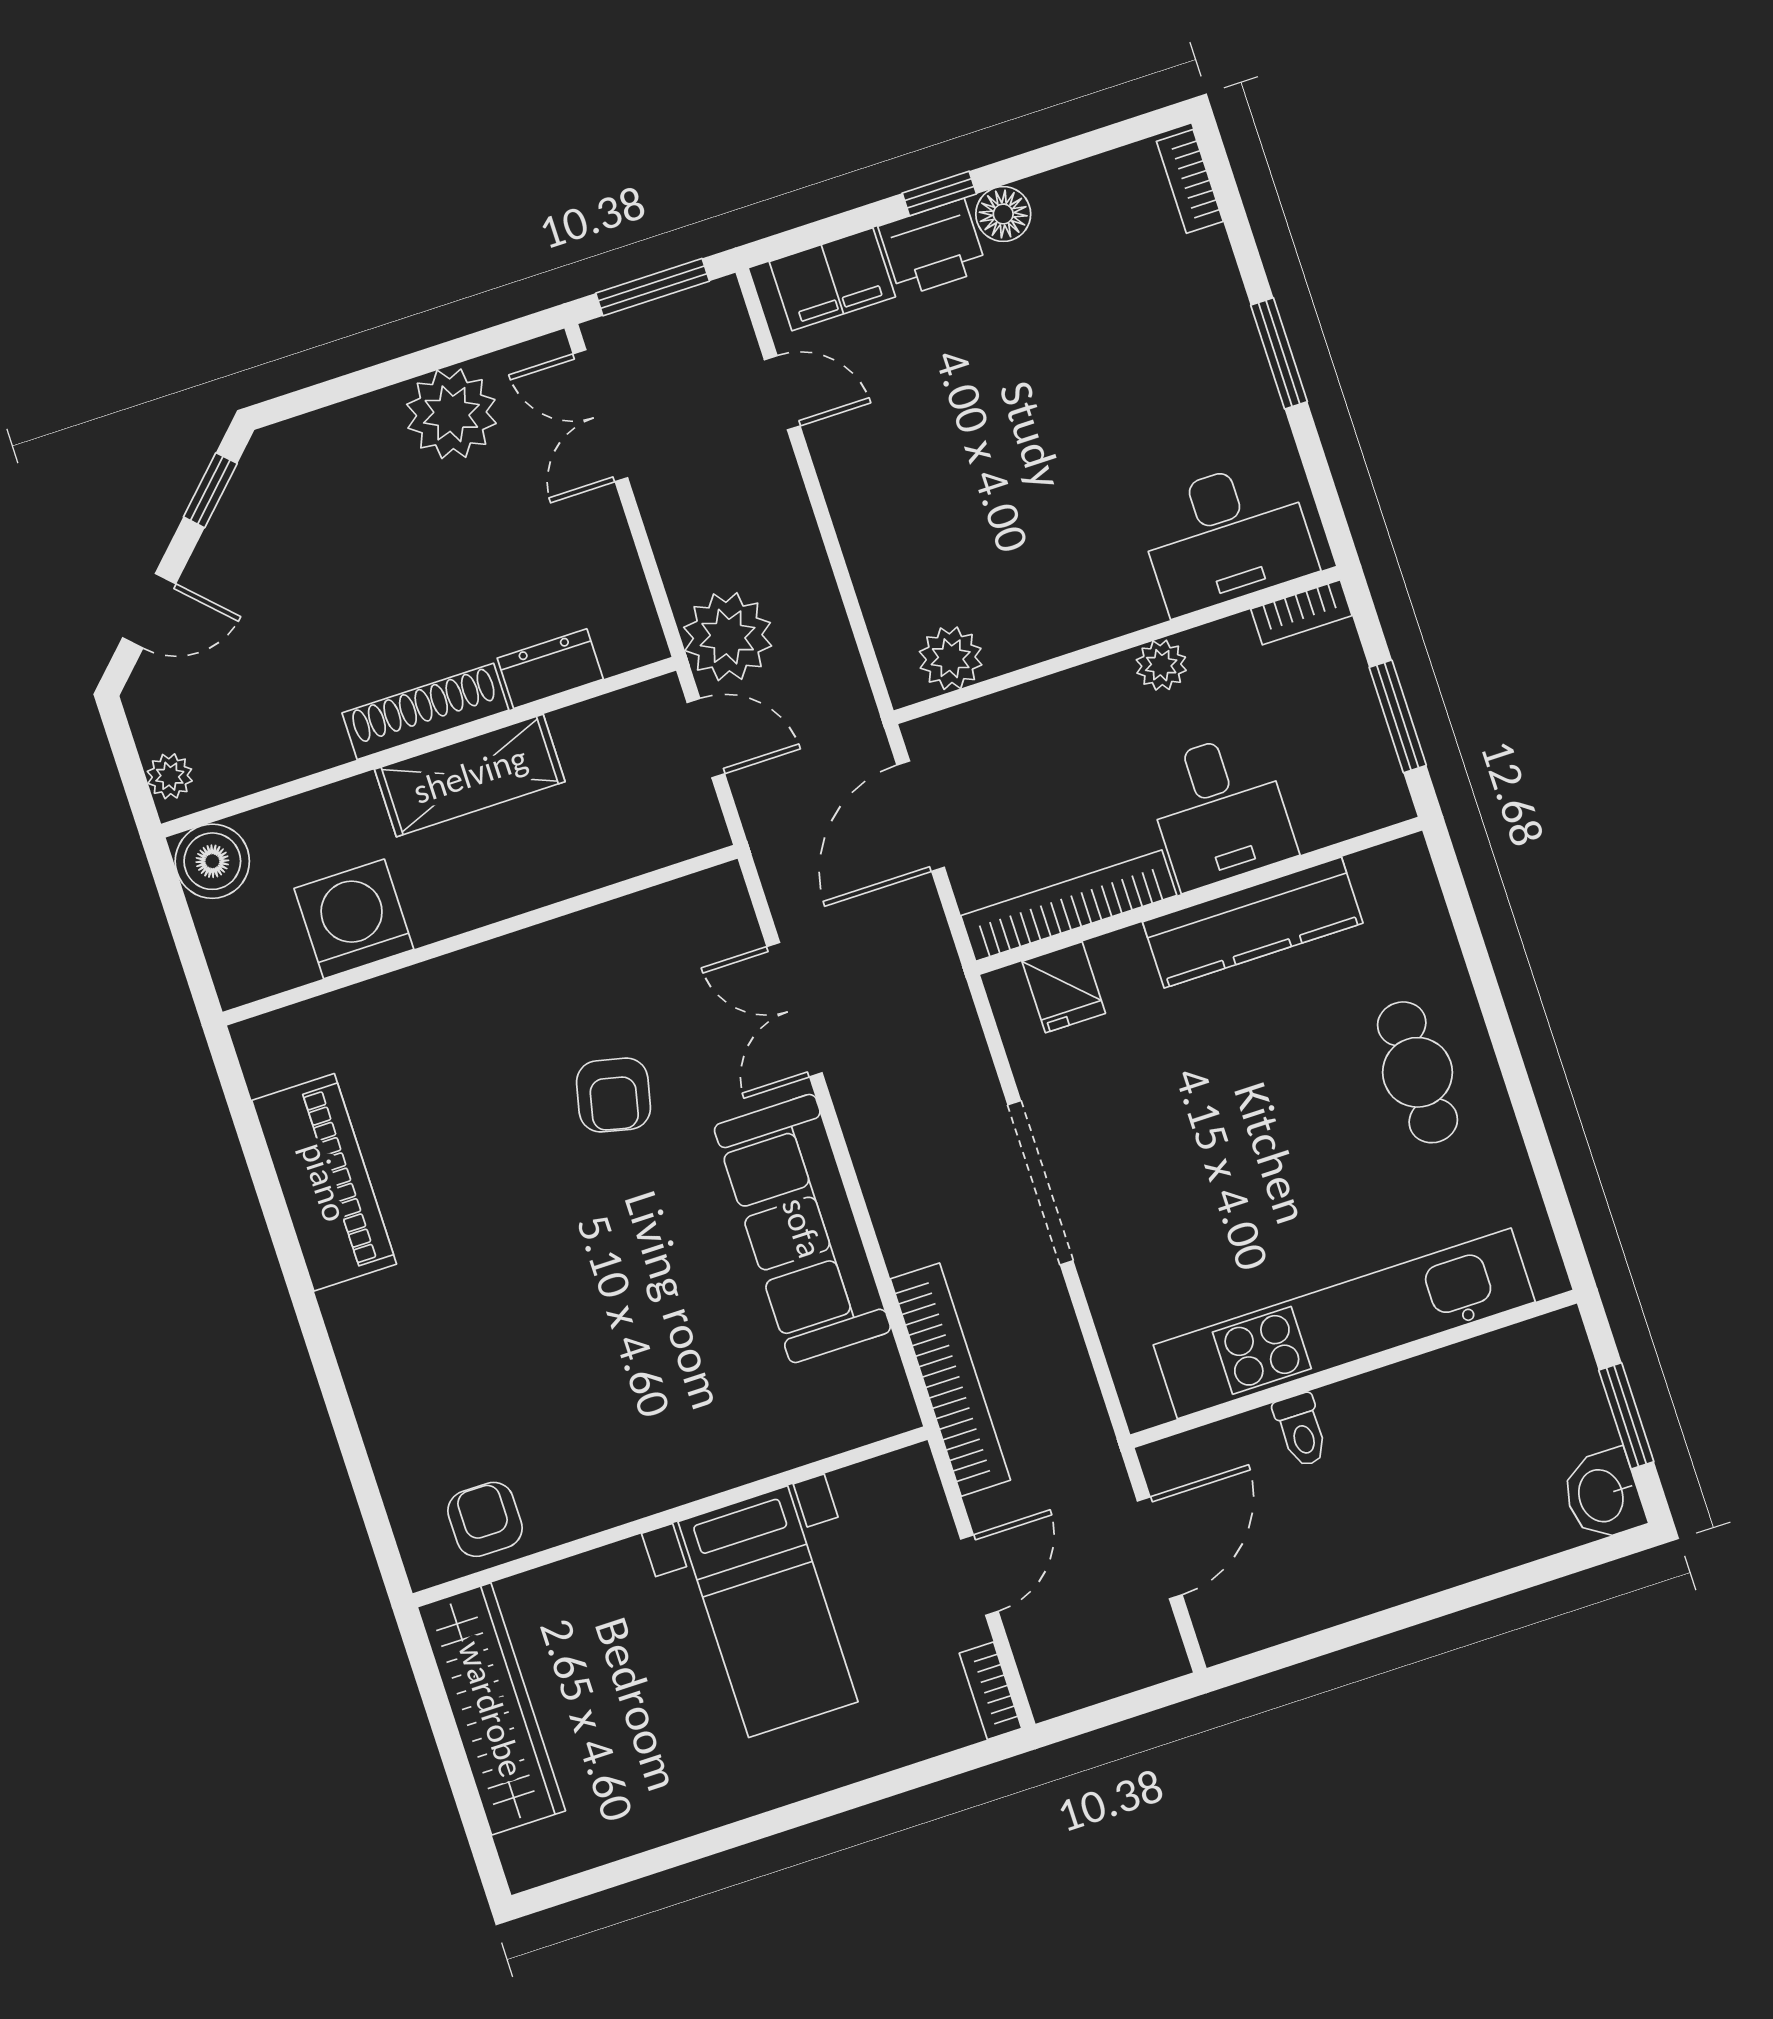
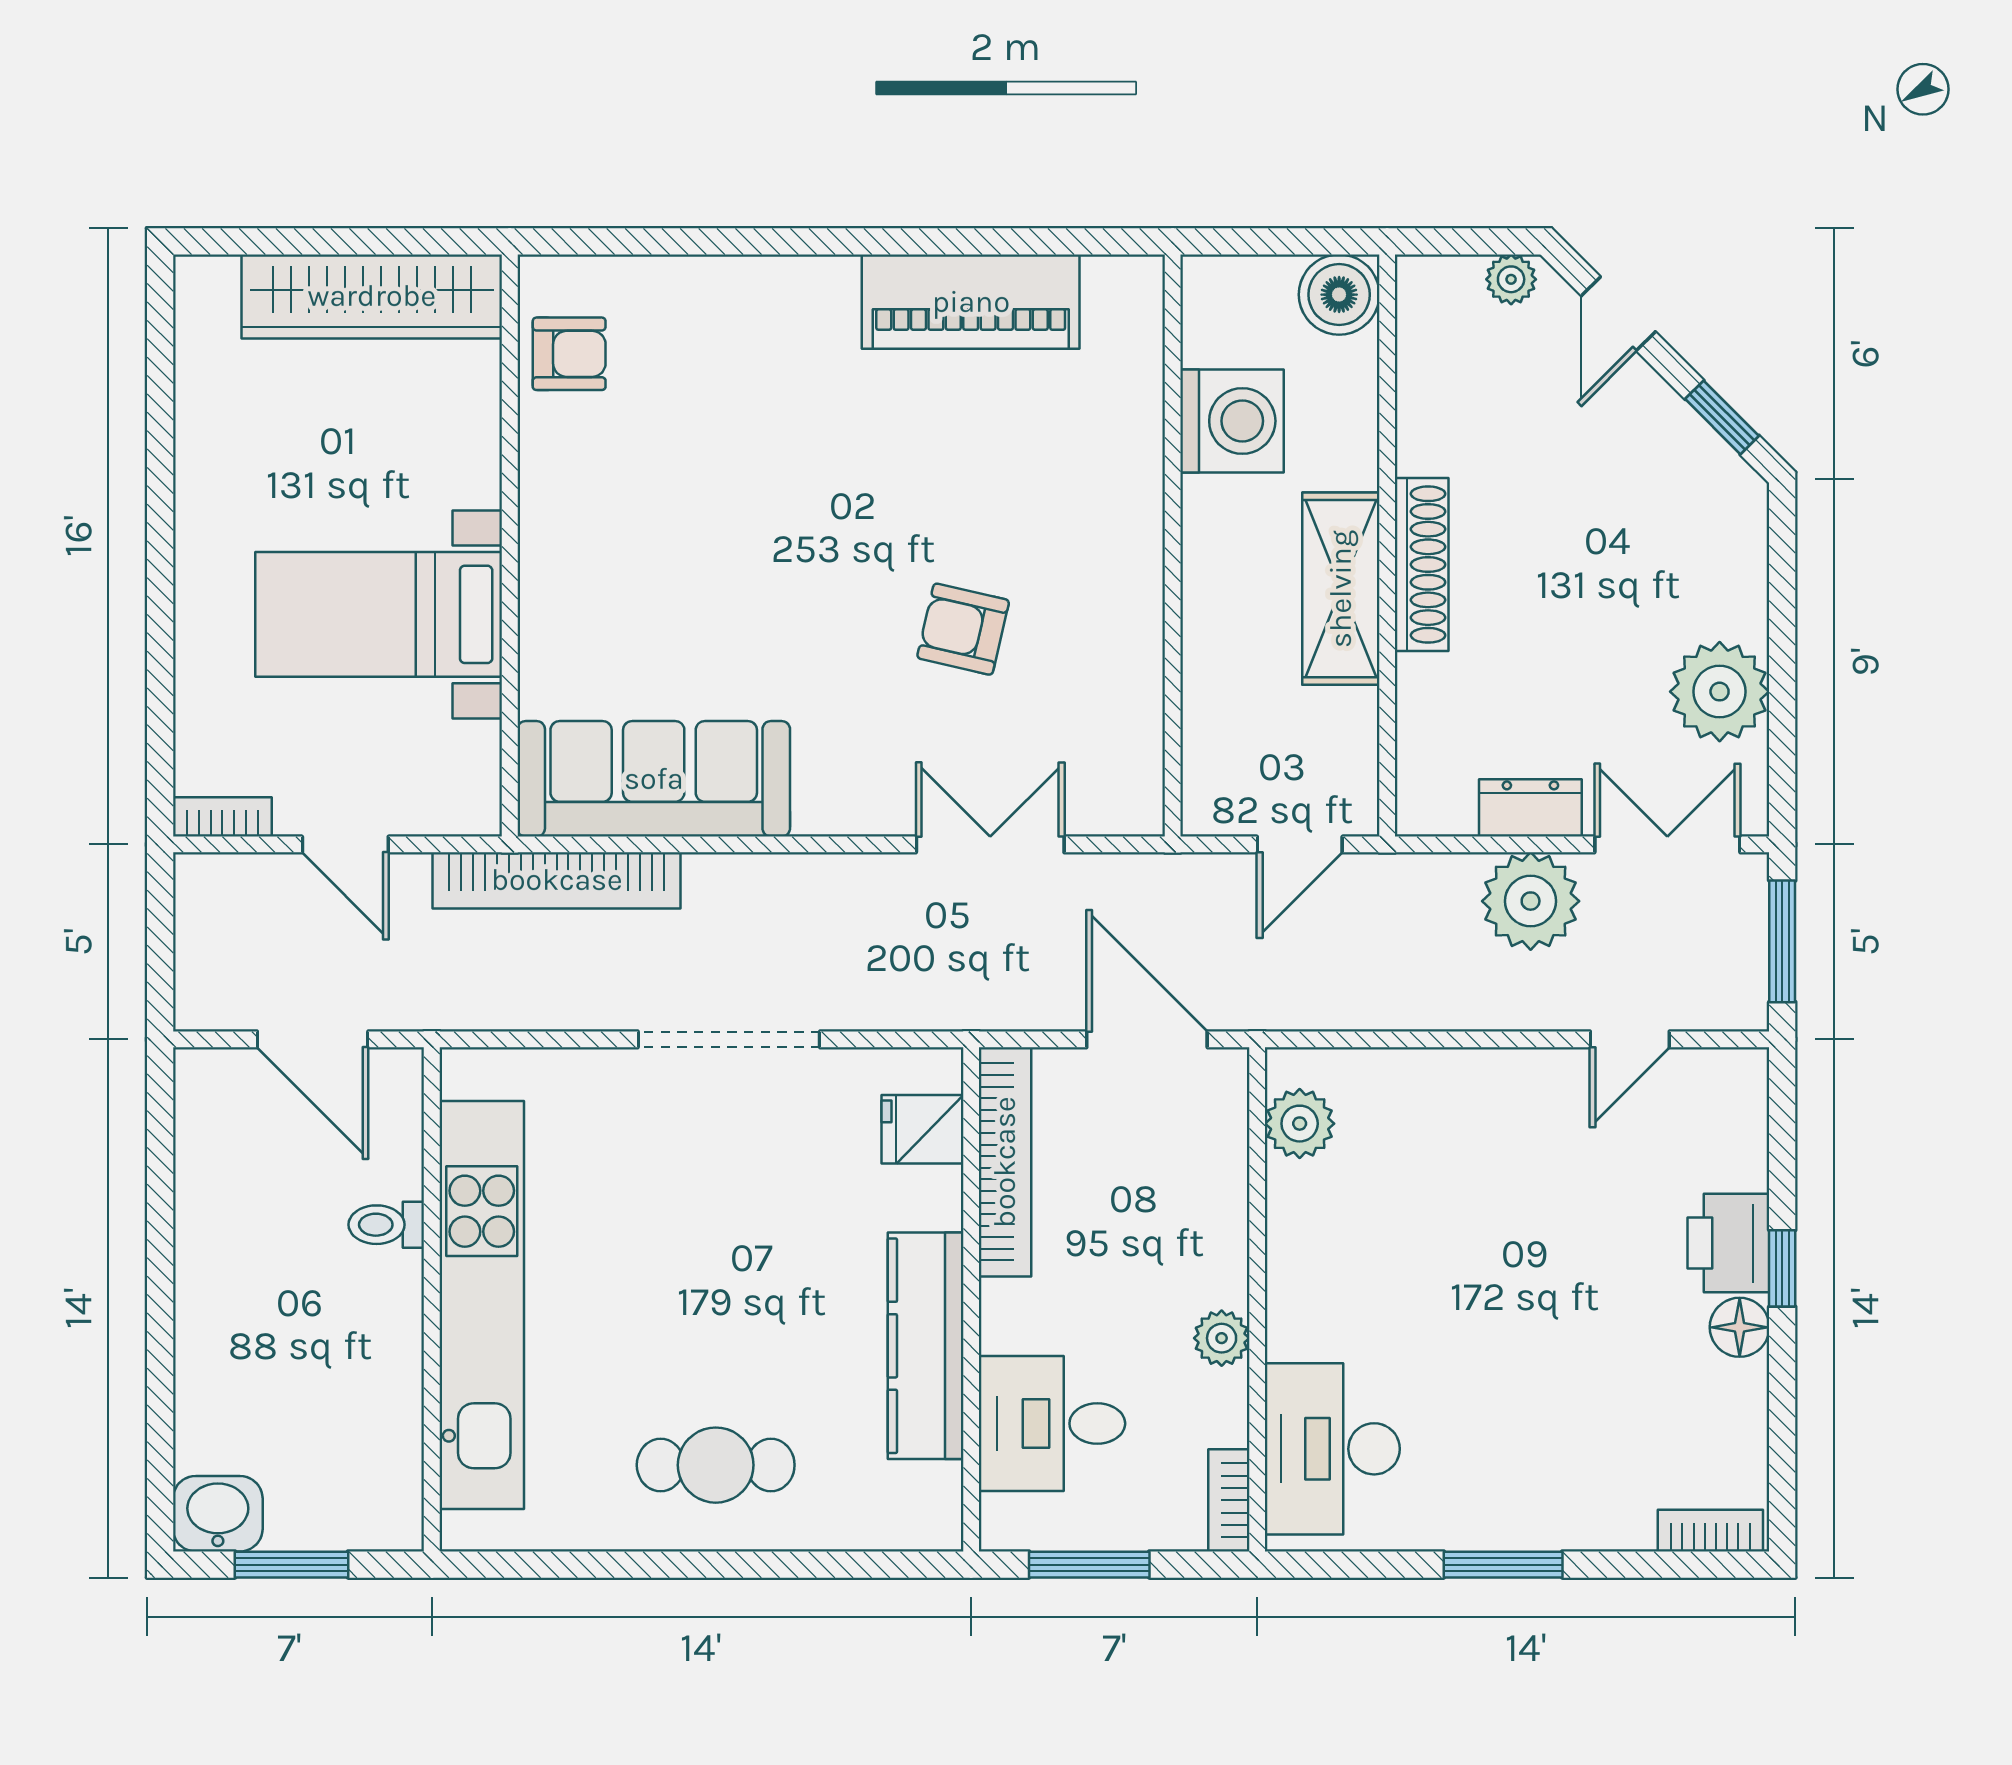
filing cabinet: (832, 279) -> (1730, 1129), removed
plant: (728, 637) -> (1531, 901), moved
dresser: (550, 669) -> (1530, 808), moved, turned -90
plant: (170, 776) -> (1511, 279), moved
desk: (1220, 811) -> (1052, 1424), moved
sofa: (802, 1228) -> (654, 779), moved

